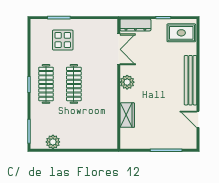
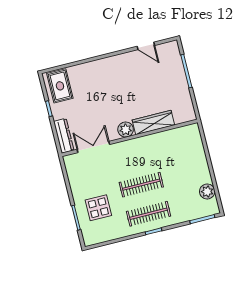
bench: (191, 80) -> (107, 64), removed
wardrobe: (127, 115) -> (153, 123), width x1.50
door: (198, 119) -> (146, 46), hinge flipped

